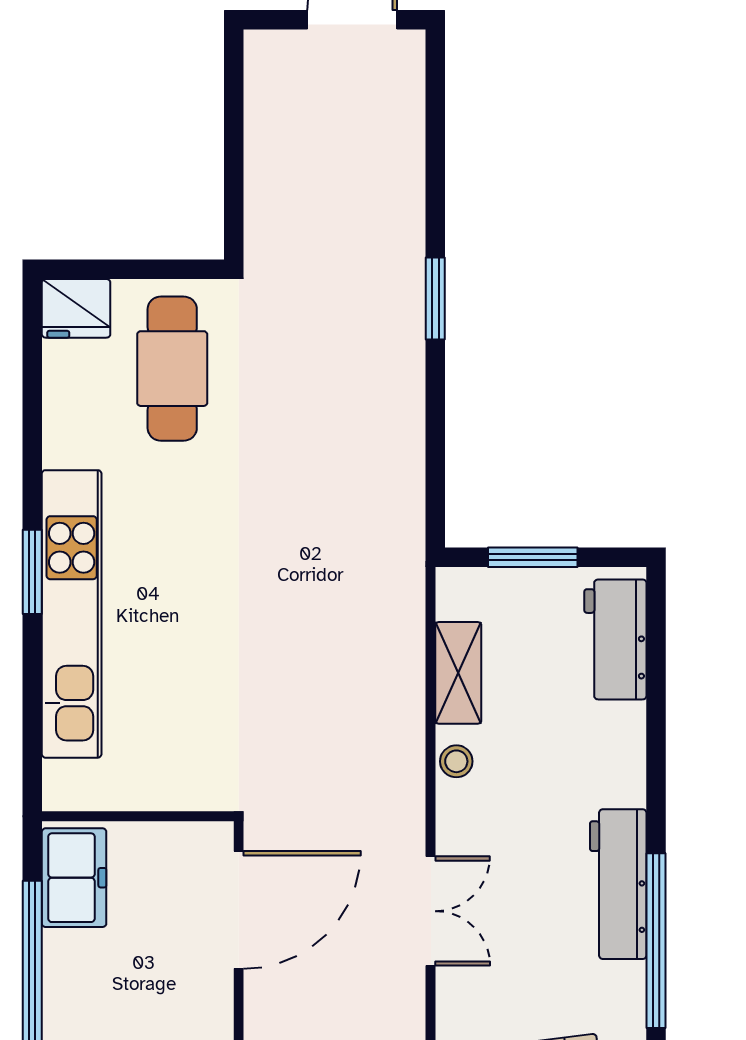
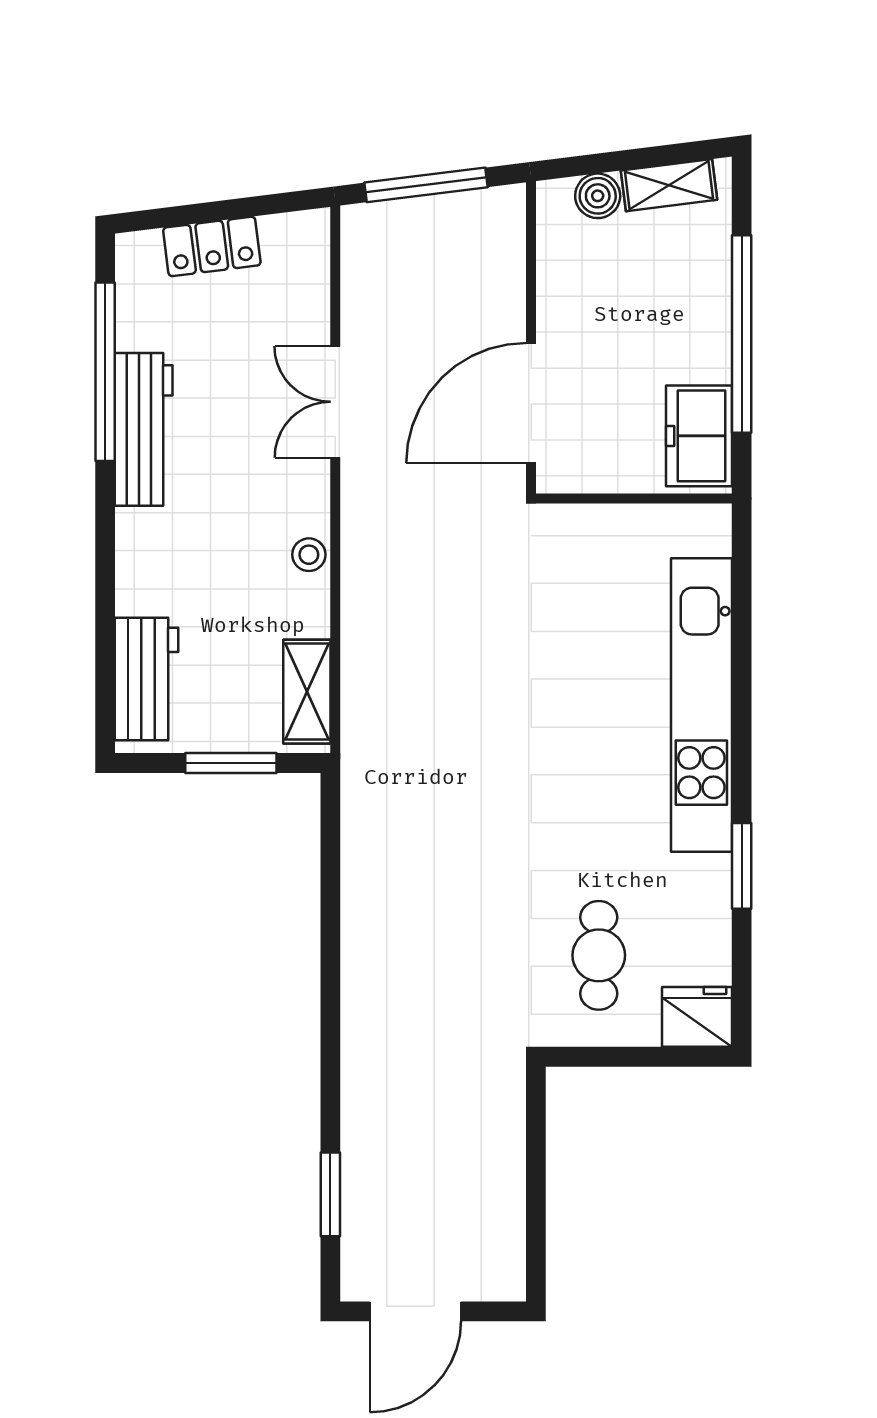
window: (435, 298) -> (330, 1194), moved
cafe table: (172, 369) -> (599, 955), width x0.73, depth x0.74
window: (32, 572) -> (742, 866), moved
shelving: (458, 673) -> (307, 692), moved

